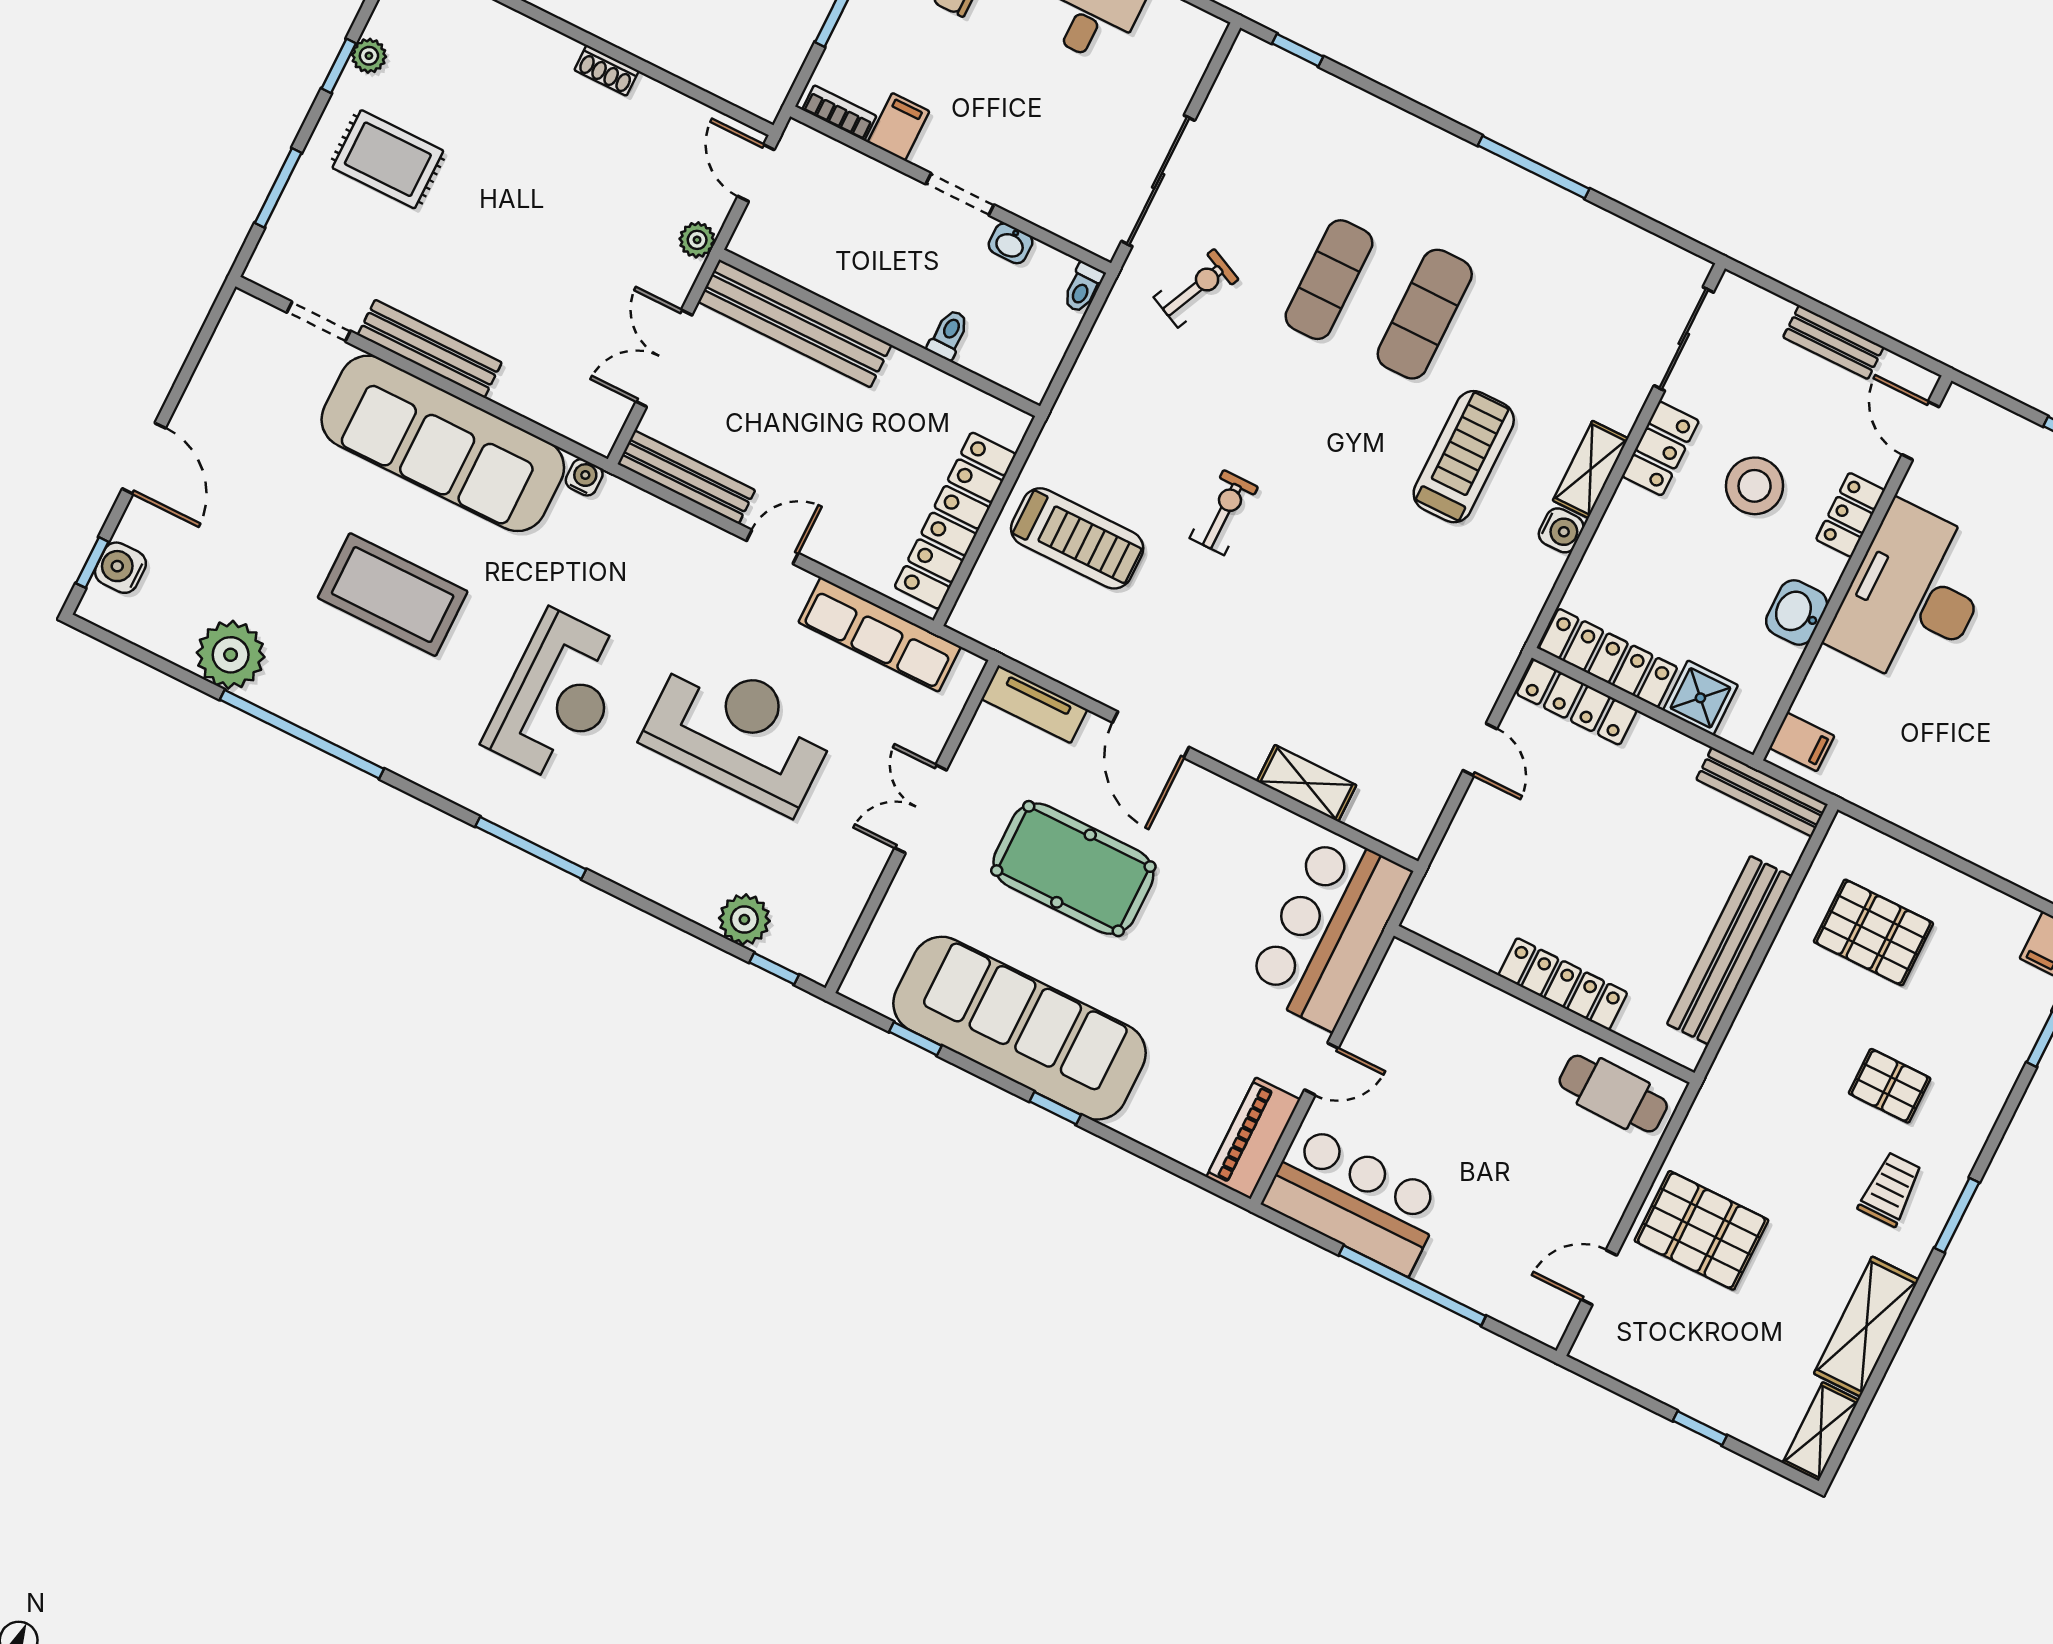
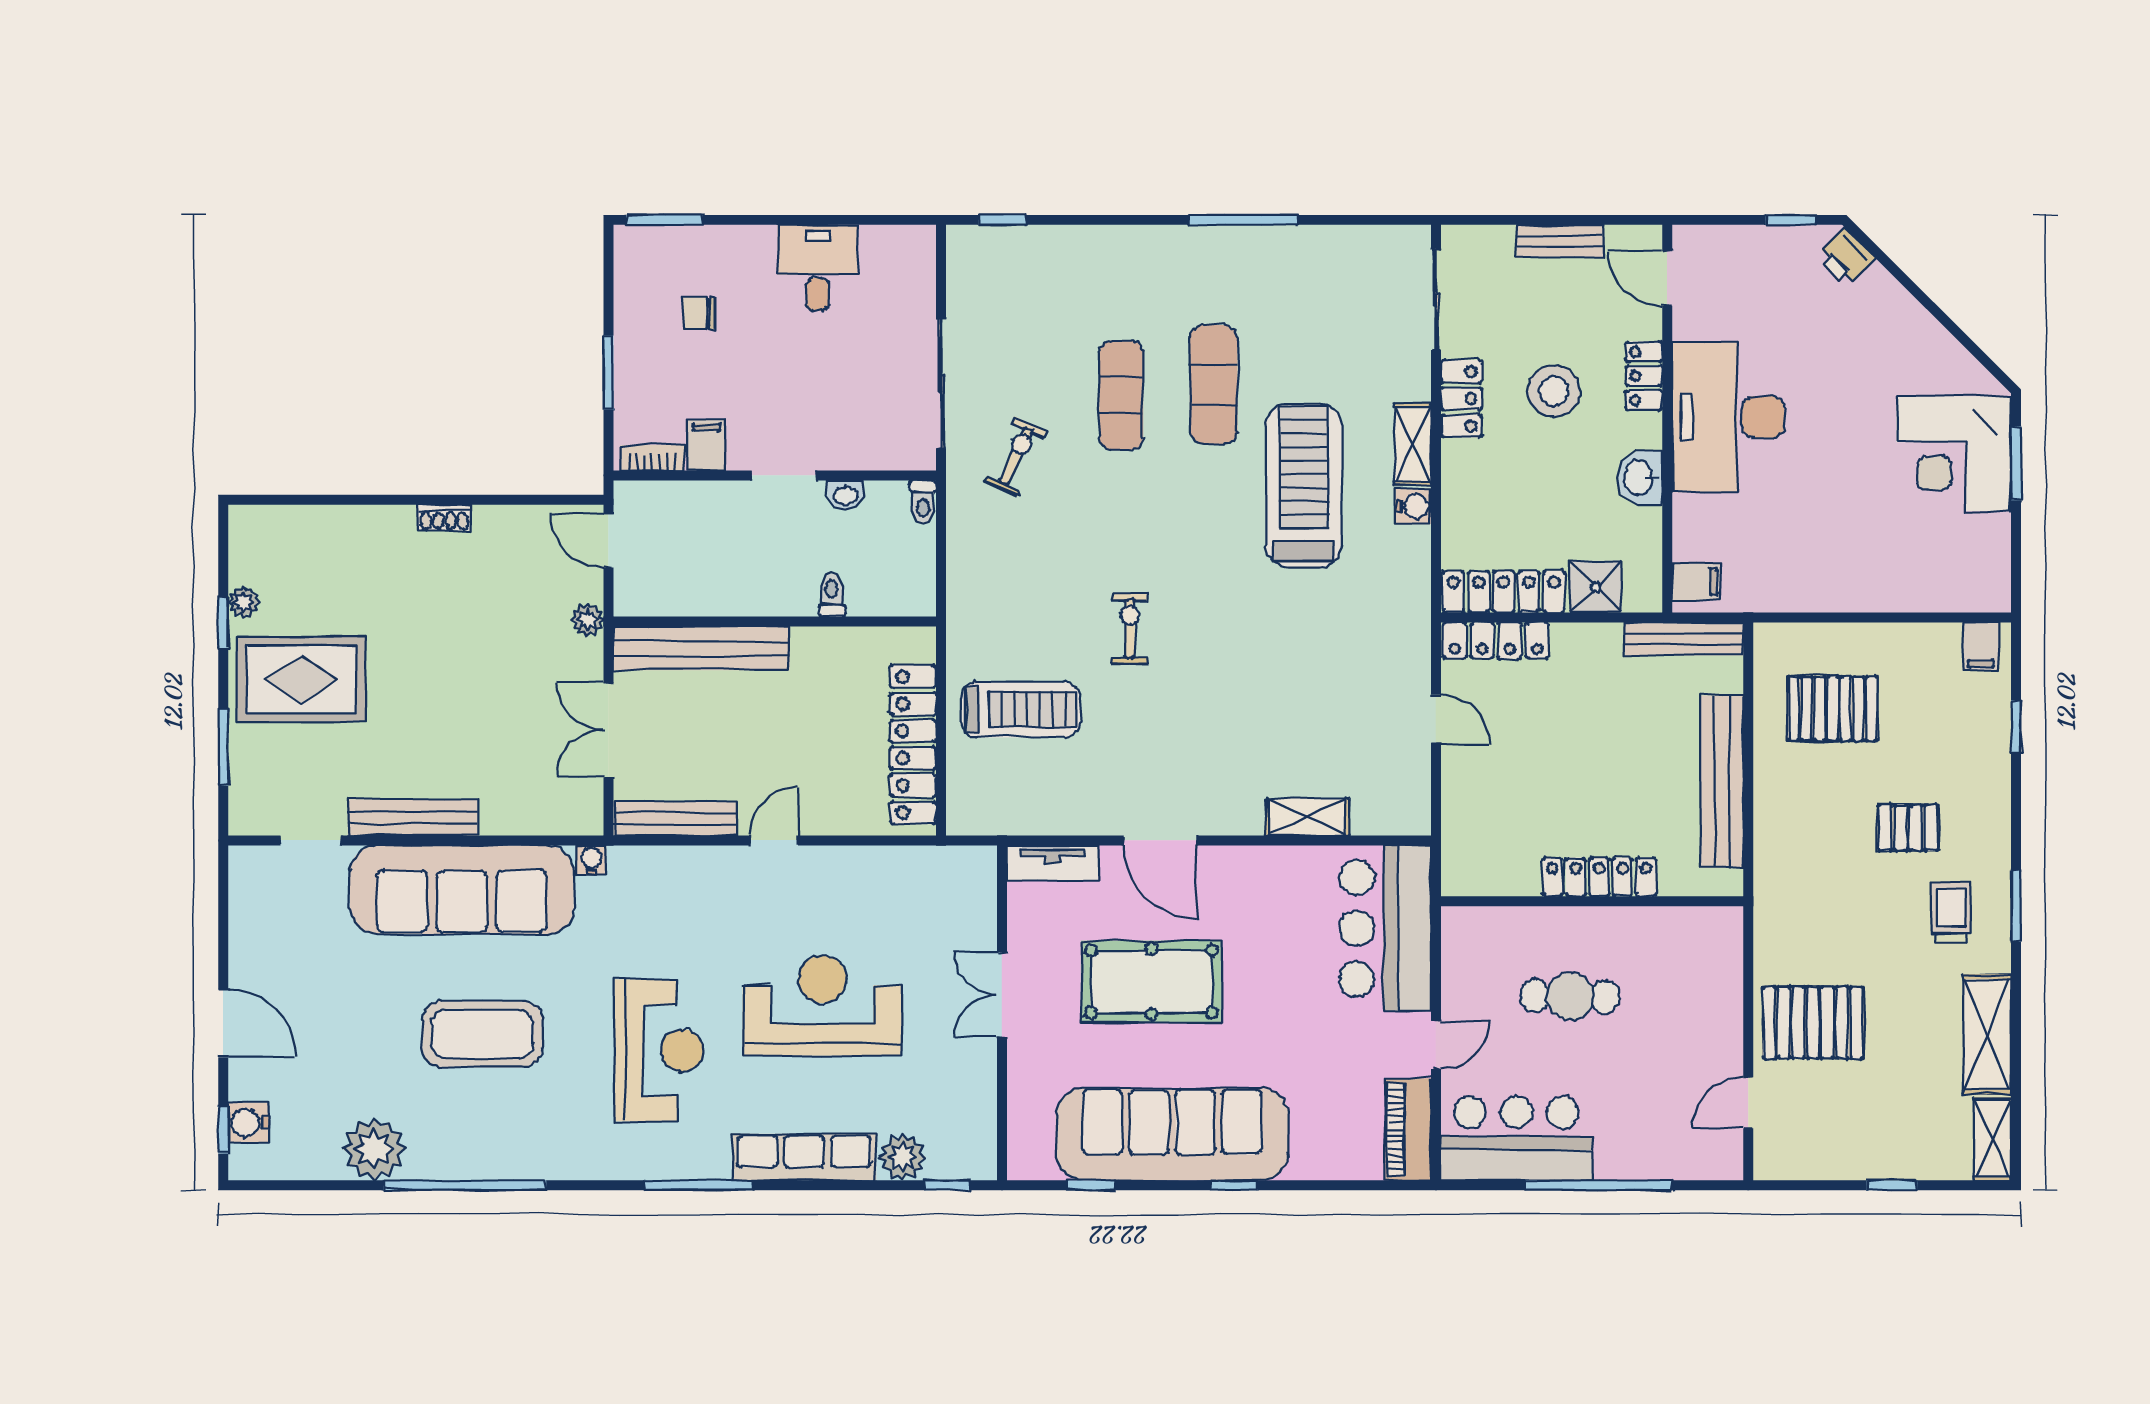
rug: (388, 159) -> (301, 679), width x1.36, depth x1.43
treadmill: (1464, 457) -> (1304, 485), width x1.37, depth x1.38
row of seats: (880, 634) -> (804, 1157), moved, turned 180
cafe table: (1613, 1094) -> (1570, 996), moved

